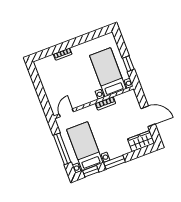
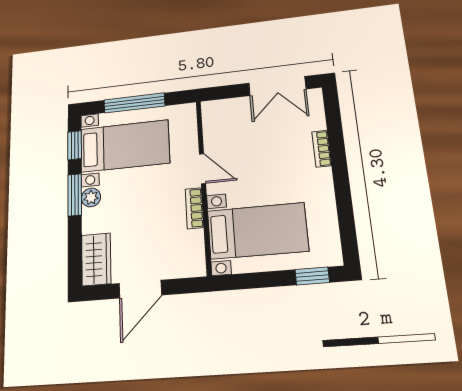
window: (128, 64) -> (312, 276), moved
double door: (37, 82) -> (277, 86), added
door: (66, 113) -> (203, 169), moved
plant: (114, 154) -> (91, 197), added

